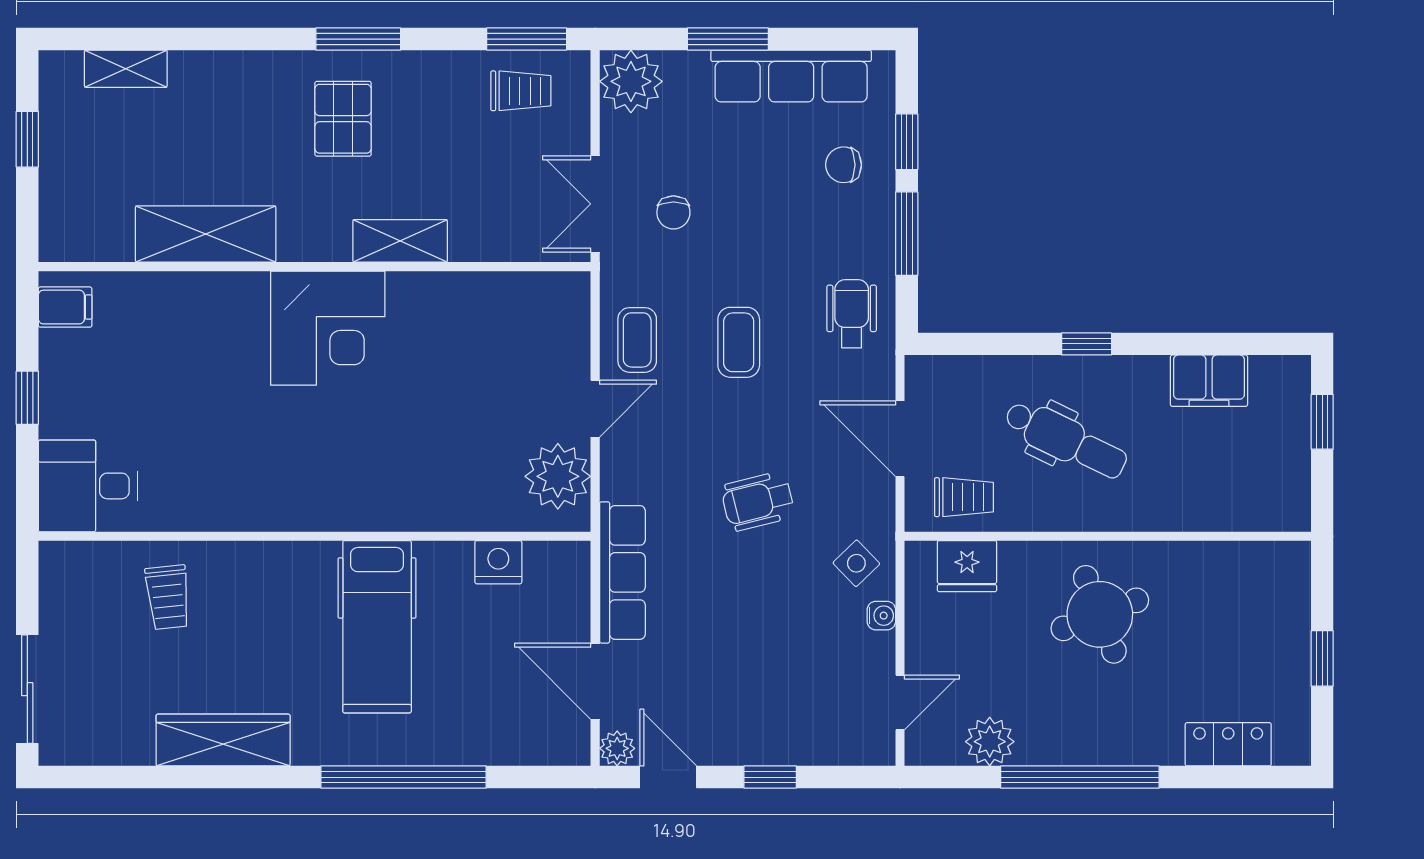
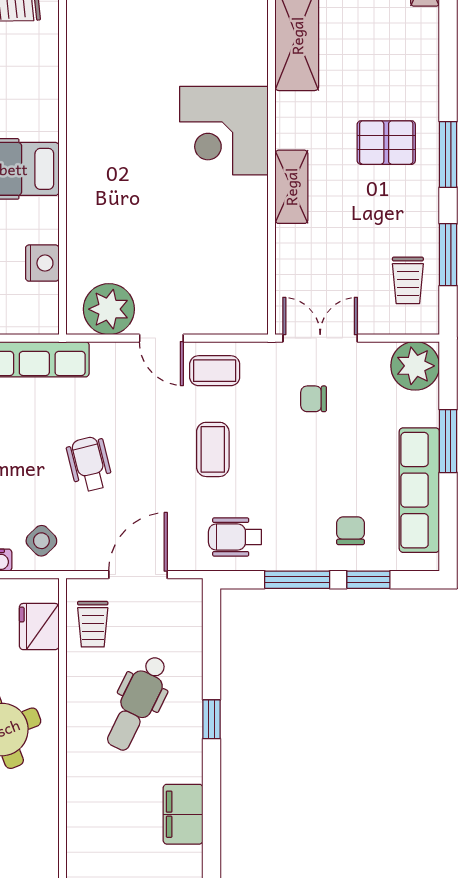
window: (527, 39) -> (448, 255), moved
wheelchair: (852, 314) -> (235, 537), turned 180
coffee table: (739, 342) -> (213, 449), turned 90

